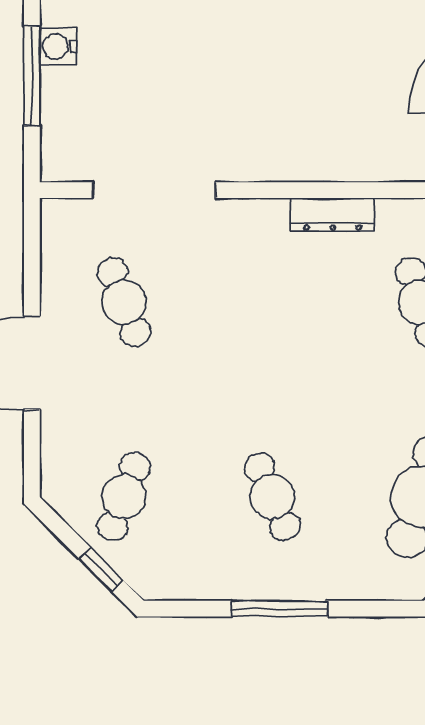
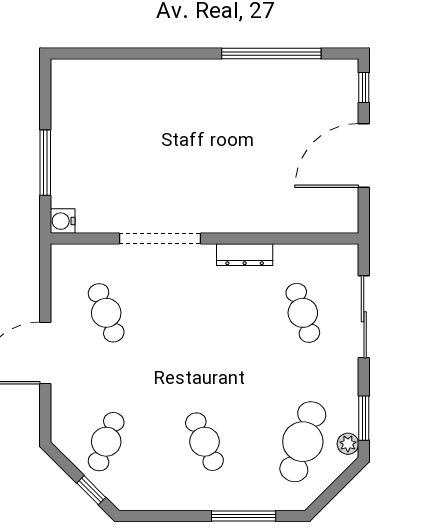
water cooler: (58, 47) -> (63, 221), moved
doorway: (154, 190) -> (160, 239), moved
window: (279, 609) -> (244, 516), moved

